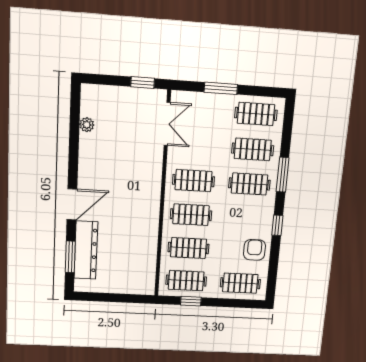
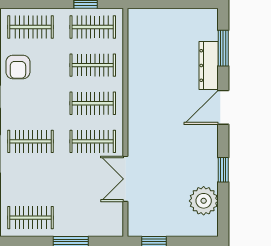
double door: (167, 124) -> (125, 179), moved
plant: (87, 125) -> (204, 201), width x1.87, depth x1.87
window: (74, 147) -> (223, 170), added
clothes rail: (253, 149) -> (31, 180), removed
dresser: (86, 250) -> (209, 66), width x0.73, depth x0.80

